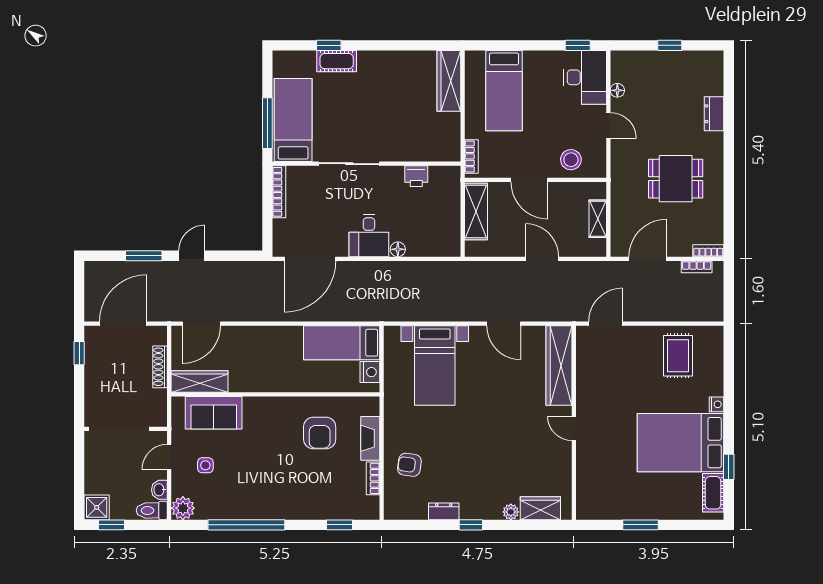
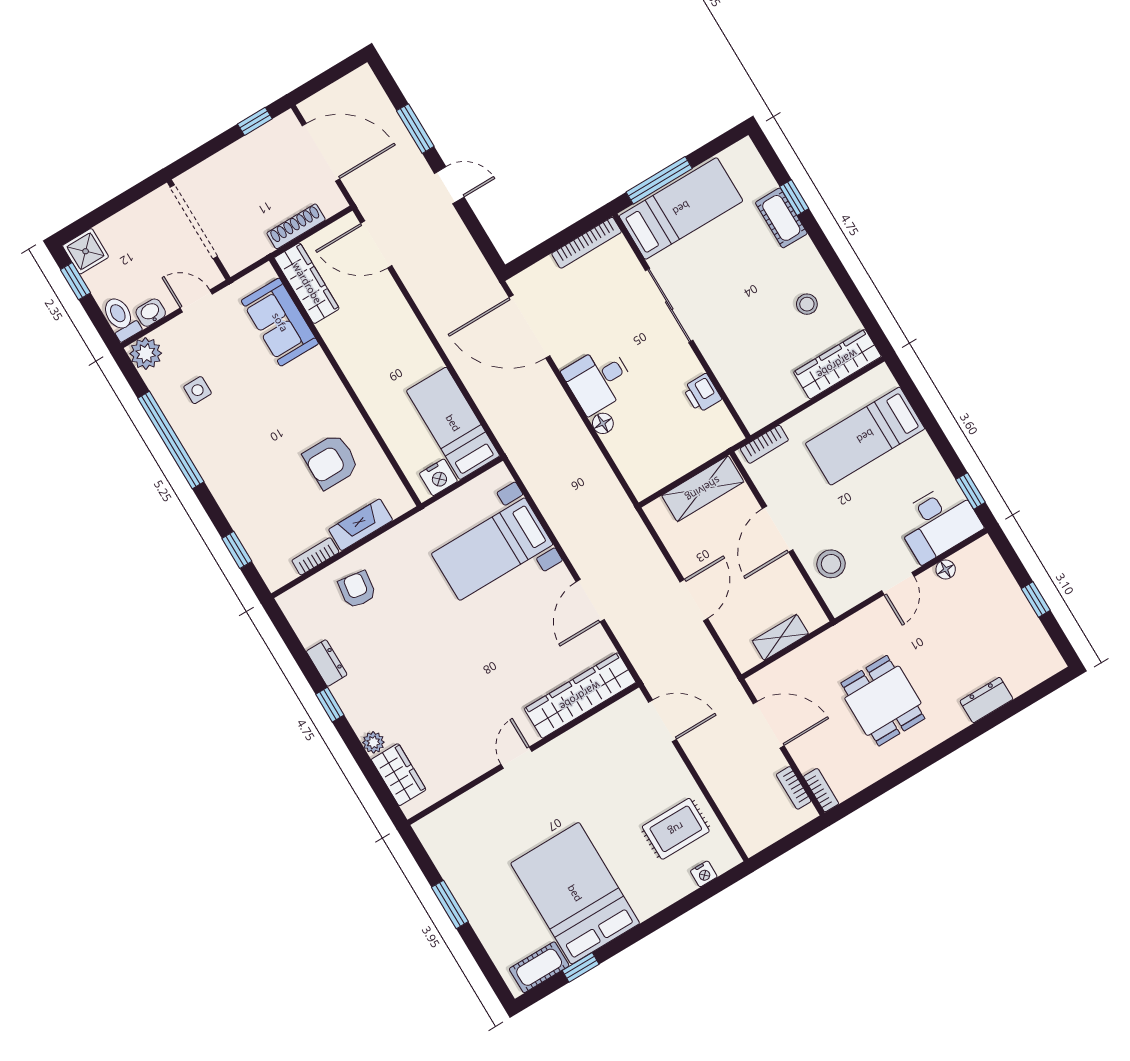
stool: (400, 77) -> (807, 304), added
nightstand: (717, 404) -> (704, 874), moved
side table: (205, 465) -> (198, 390), moved

